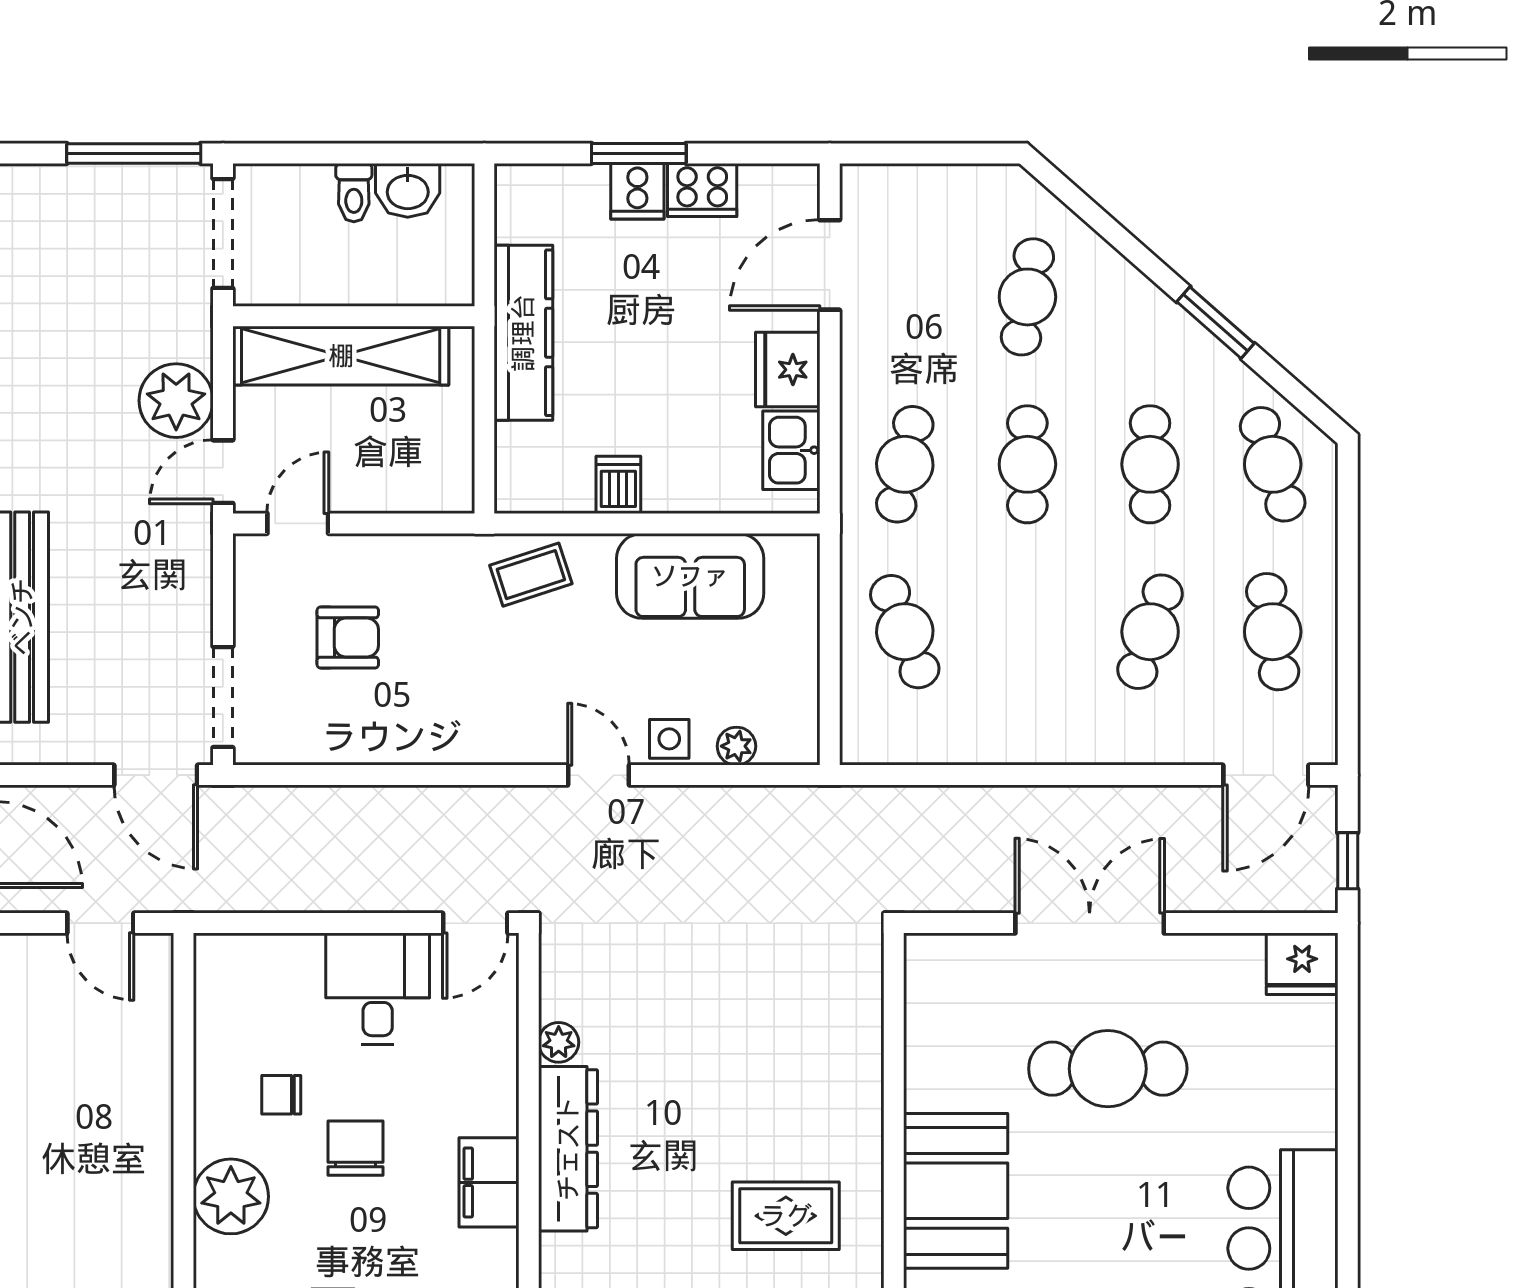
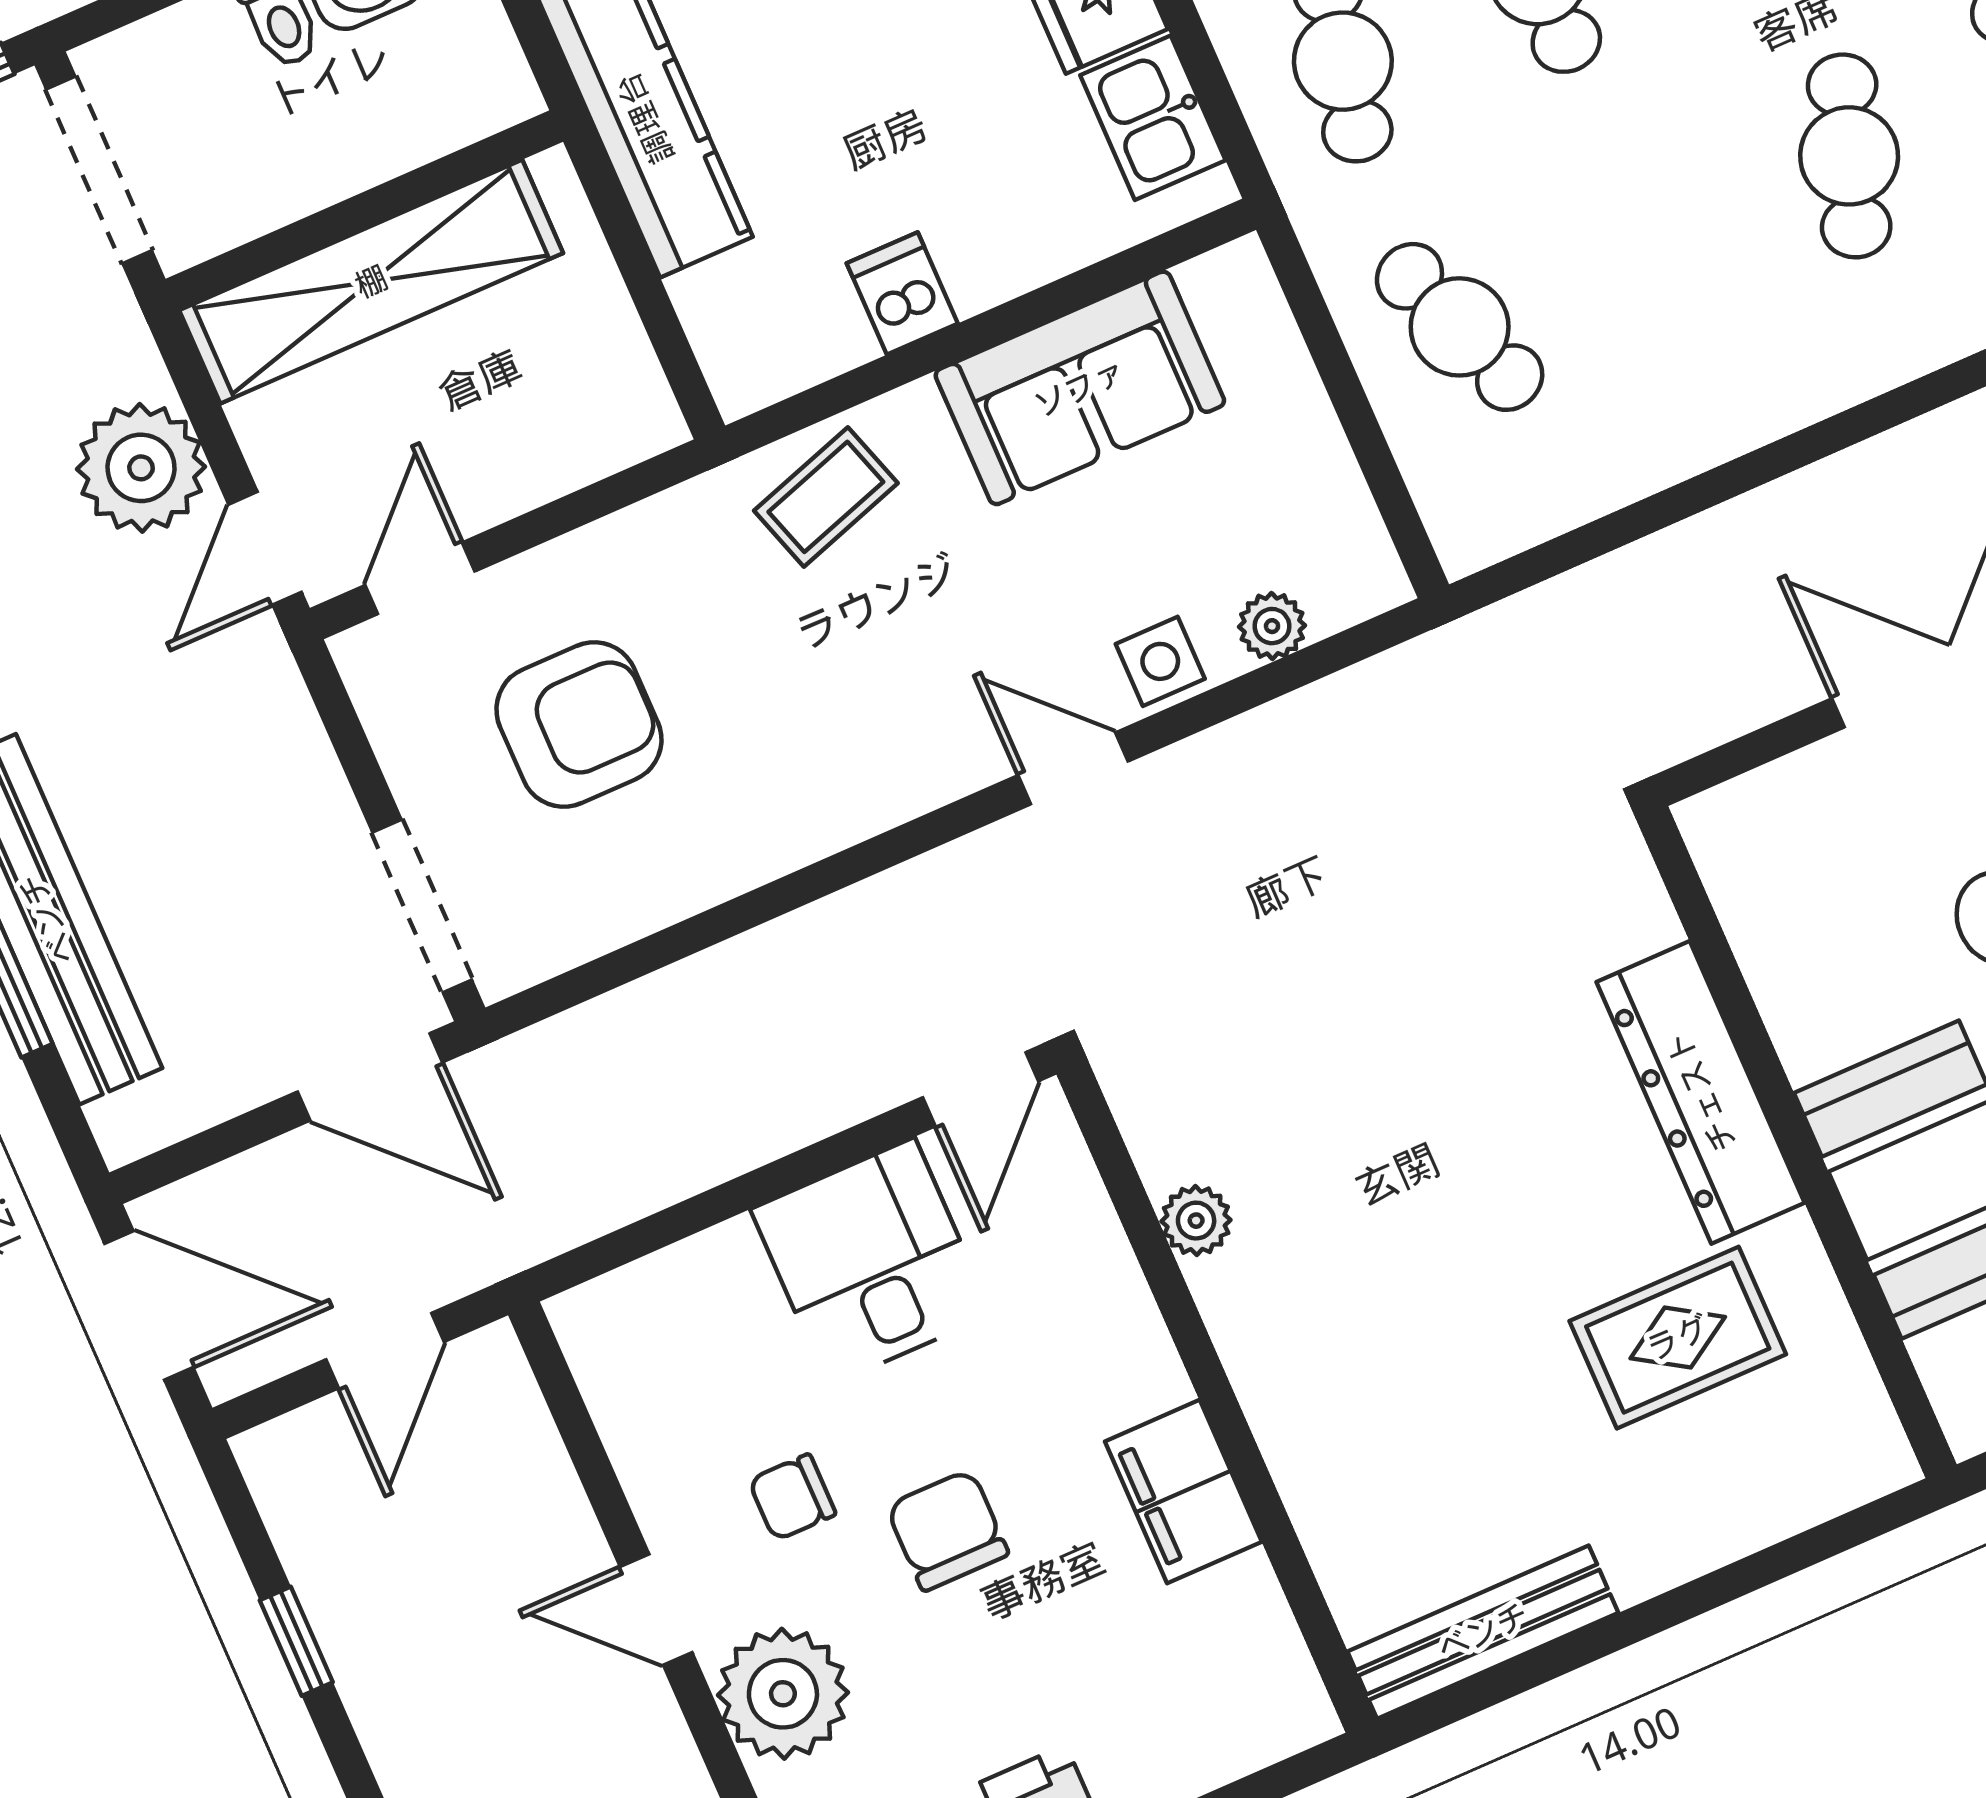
armchair: (348, 638) -> (579, 725), width x1.38, depth x1.38
door: (100, 923) -> (385, 1351), hinge flipped
door: (183, 1123) -> (656, 1610), added
dresser: (568, 1149) -> (1701, 1092), moved, turned 180

